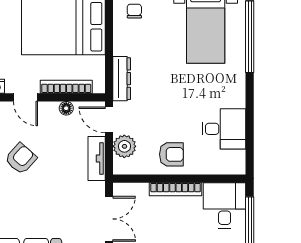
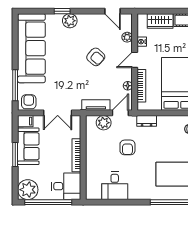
dresser: (122, 79) -> (147, 121), width x0.70
armchair: (171, 154) -> (127, 147), moved

